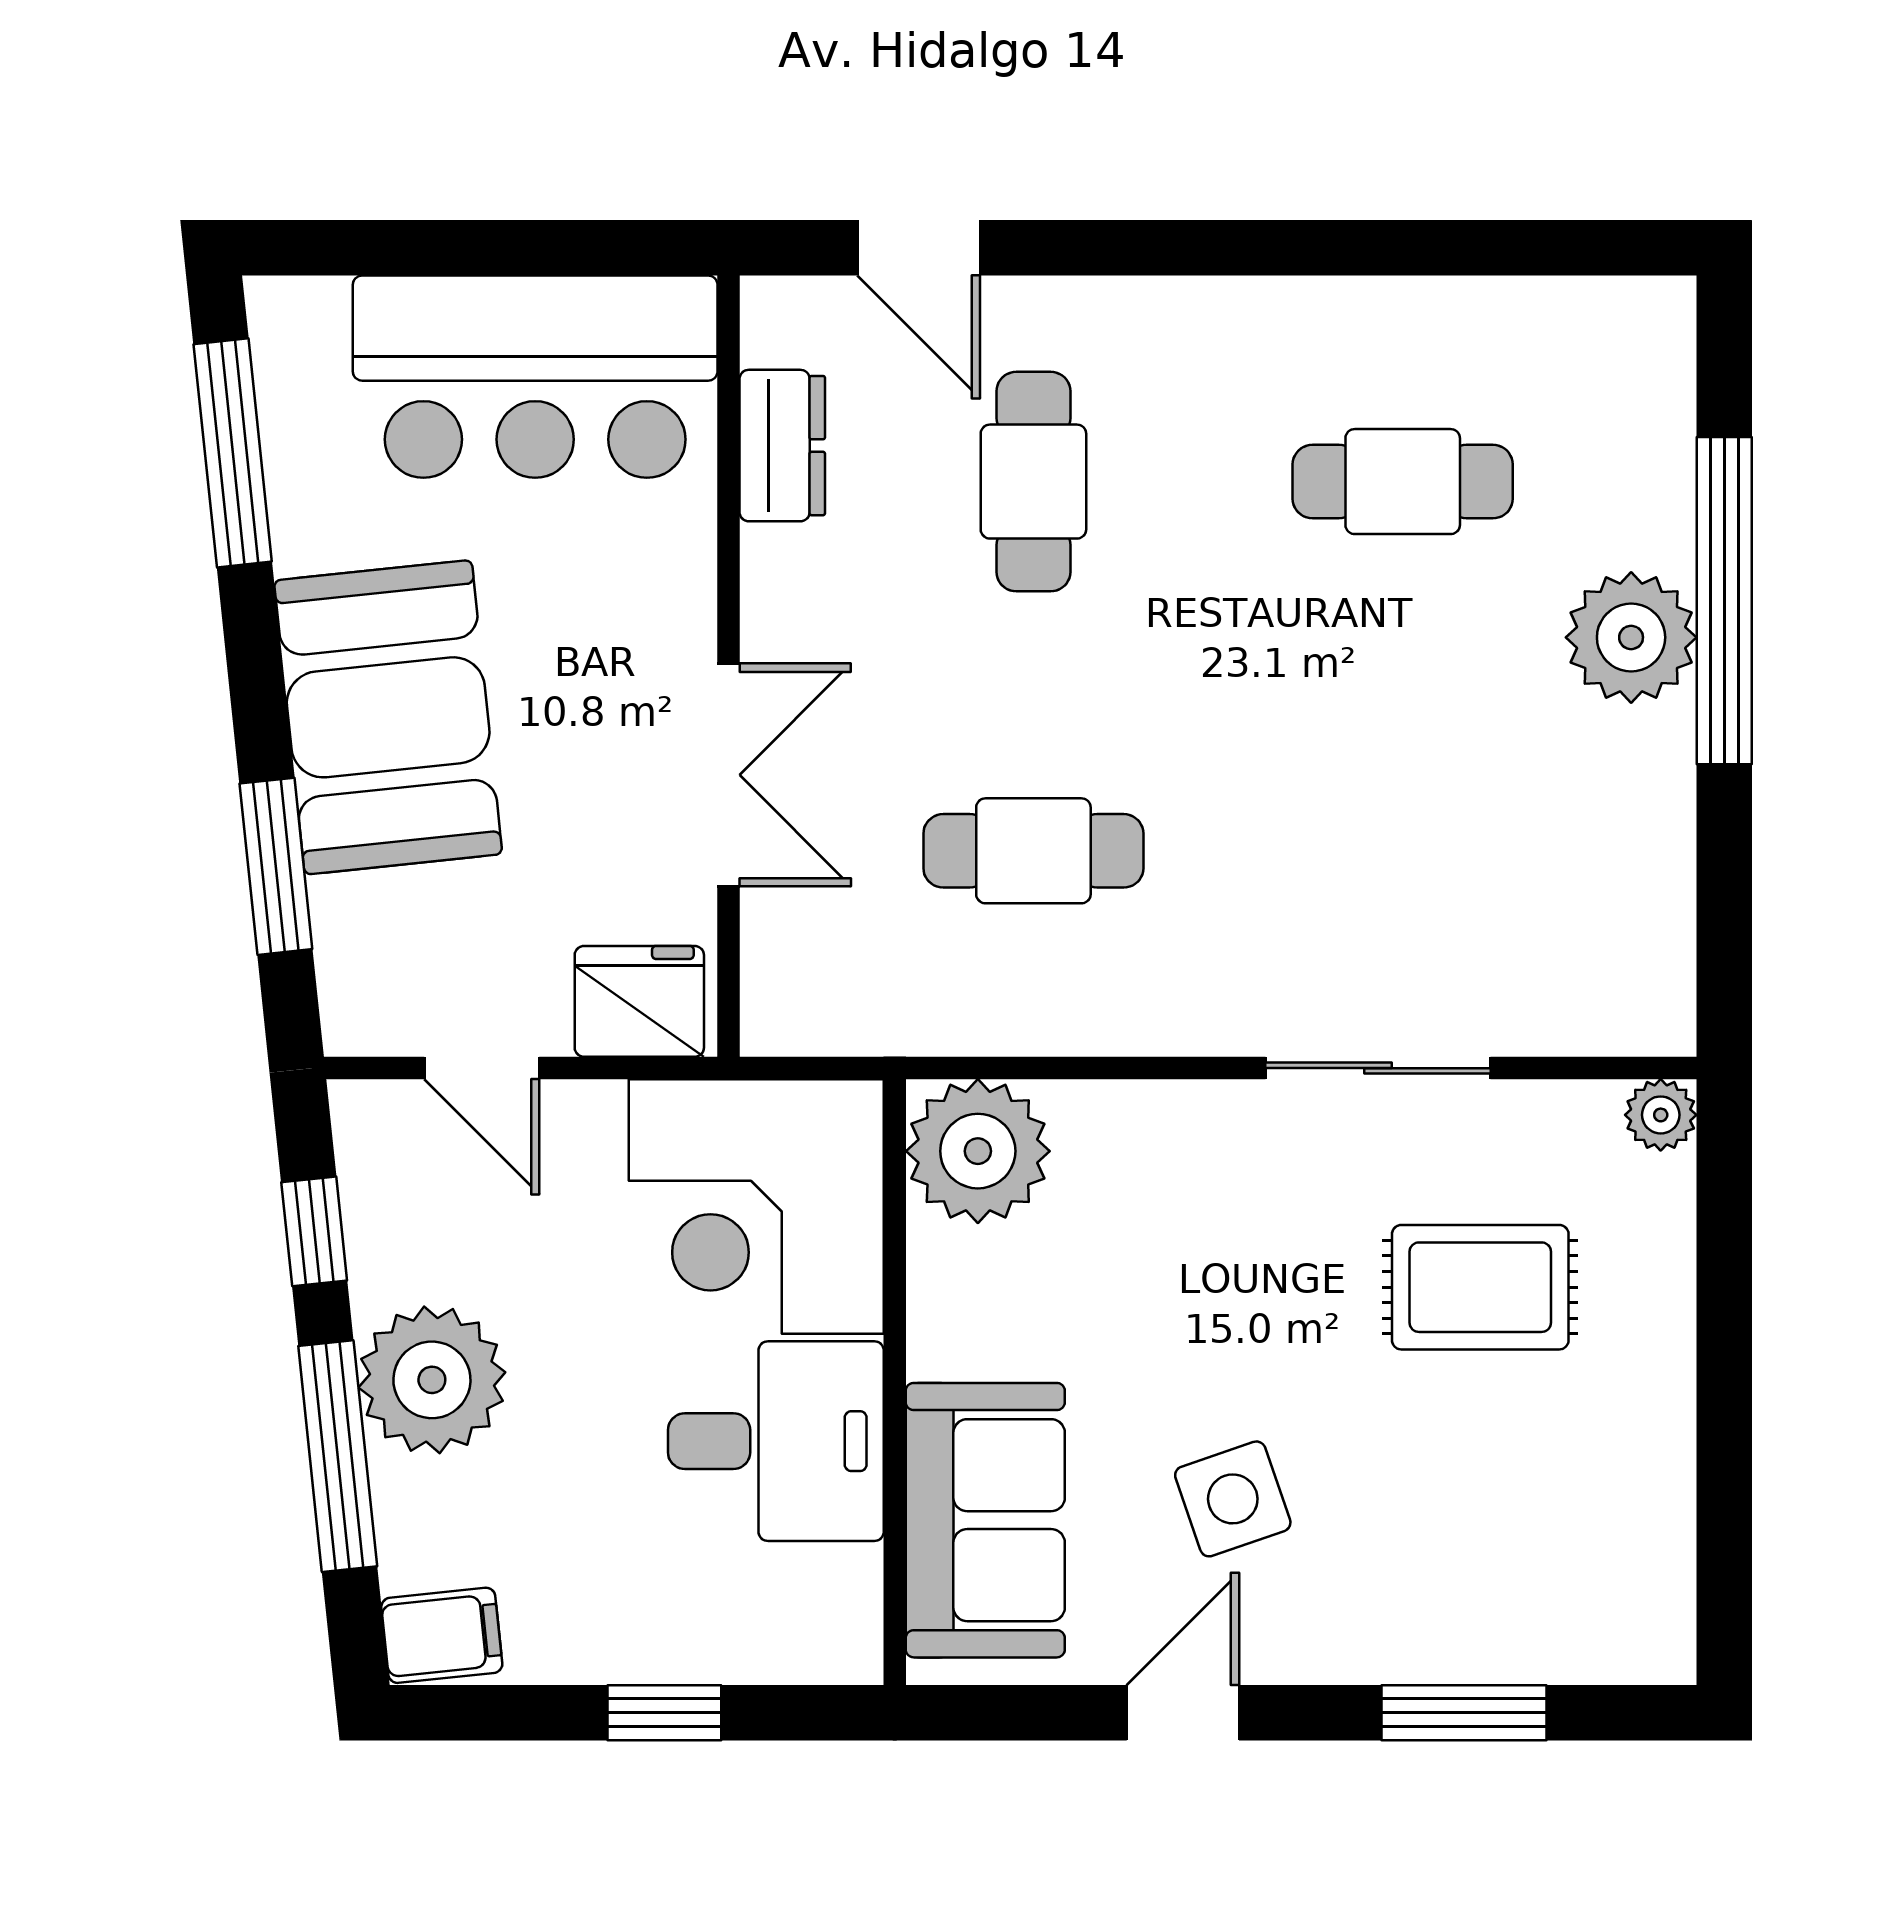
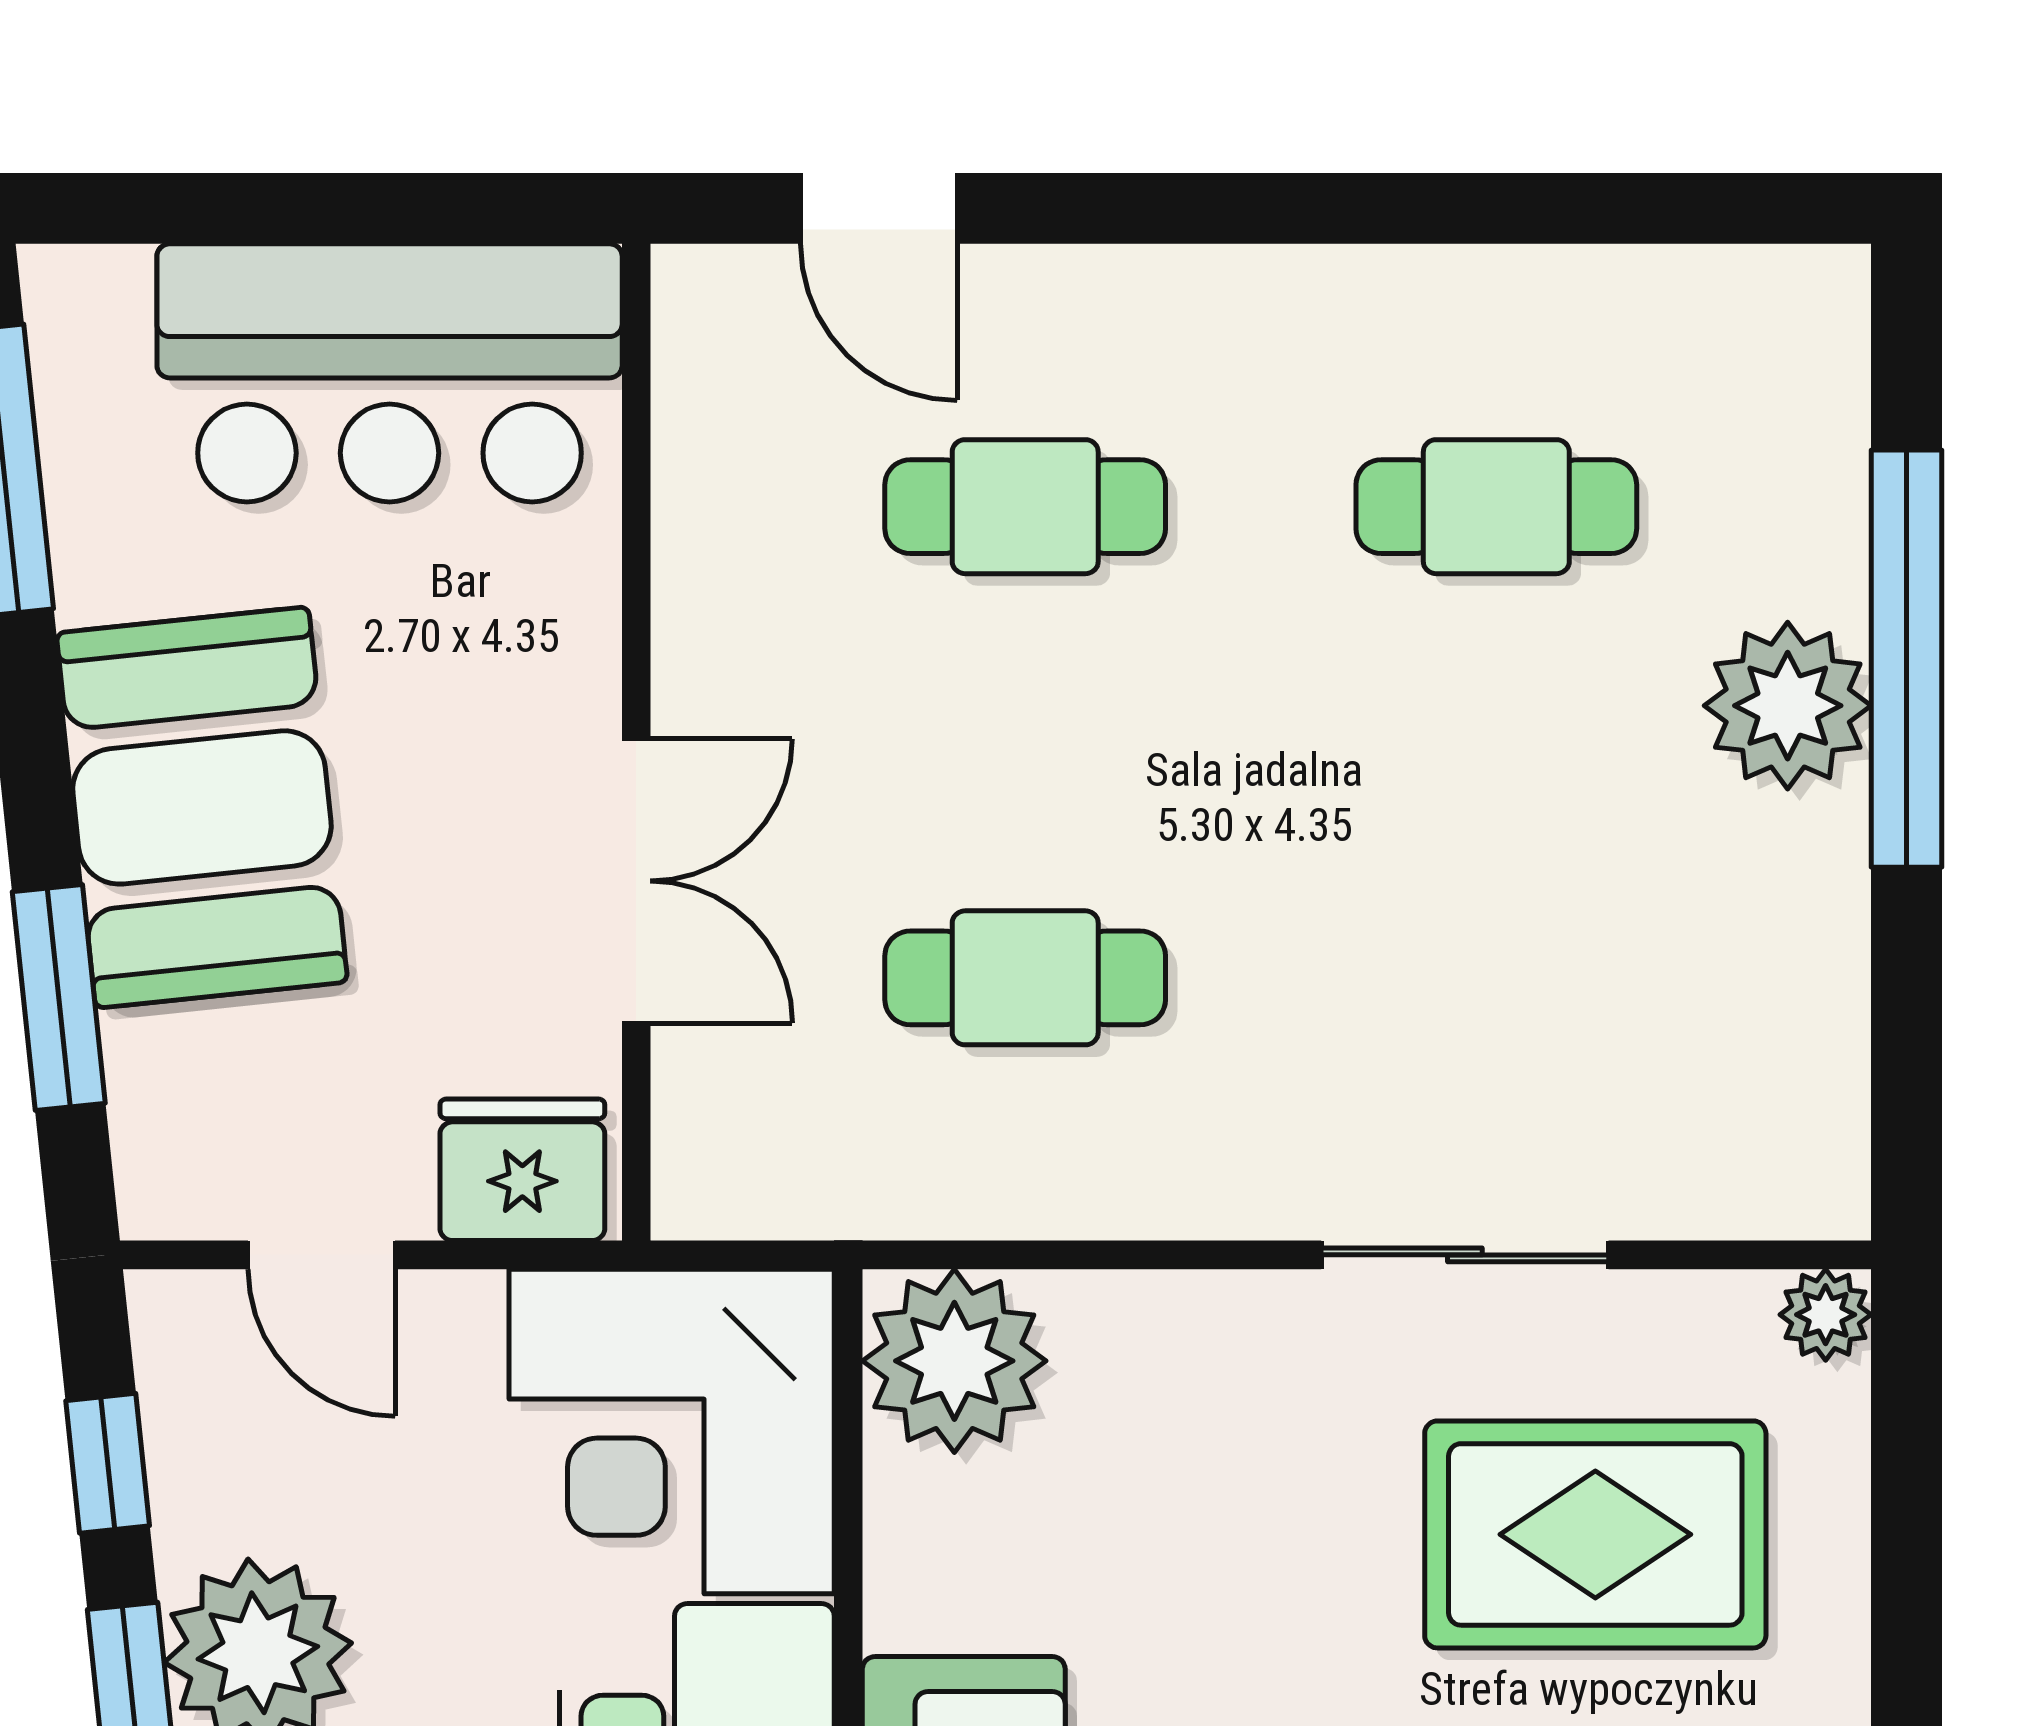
dresser: (782, 446) -> (705, 461), removed
cafe table: (1033, 482) -> (1025, 507), turned 90
rug: (1480, 1287) -> (1595, 1534), width x1.36, depth x1.43

